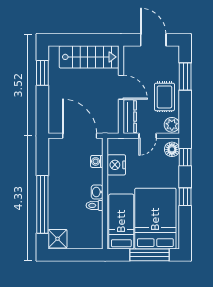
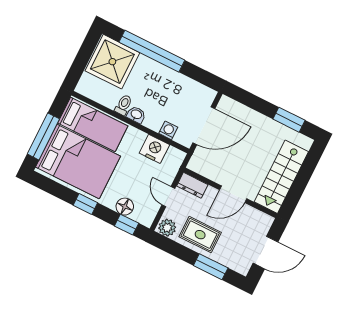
dresser: (130, 117) -> (192, 185), width x0.70
floor lamp: (172, 149) -> (125, 207), moved
shower: (58, 239) -> (112, 62), width x1.86, depth x1.86

